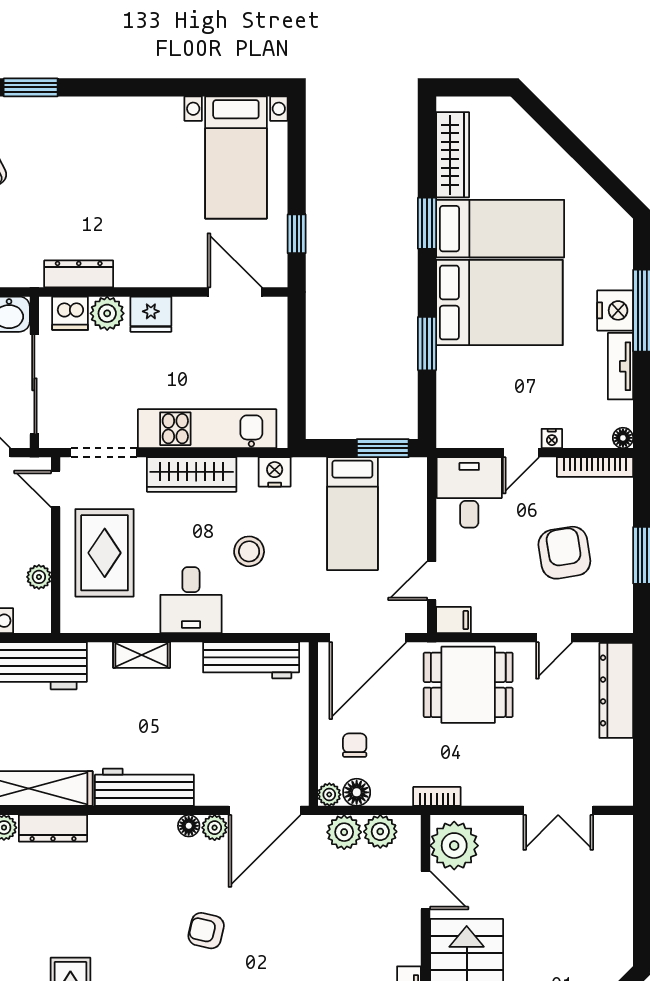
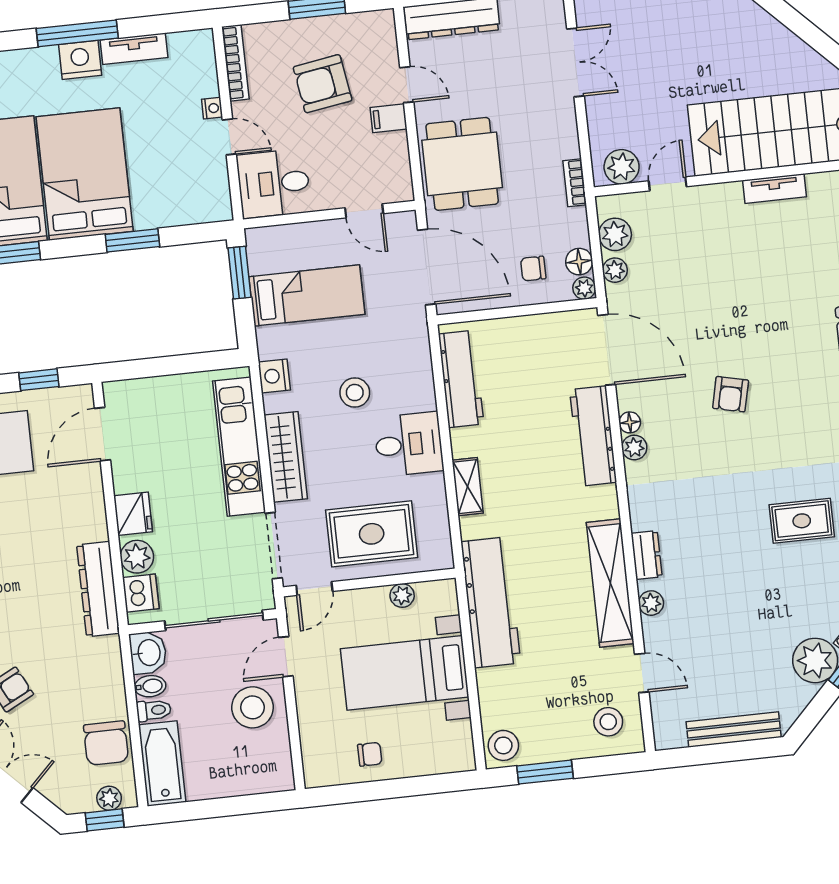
dresser: (79, 274) -> (98, 589), width x1.37, depth x1.24
floor lamp: (623, 438) -> (204, 39), removed
filing cabinet: (454, 620) -> (389, 118), moved, turned -90
workbench: (144, 787) -> (593, 436), moved
dresser: (53, 828) -> (647, 555), width x0.70
plant: (215, 828) -> (634, 447), moved
plant: (344, 832) -> (615, 270), width x0.73, depth x0.73
plant: (454, 846) -> (622, 167), width x0.73, depth x0.73

